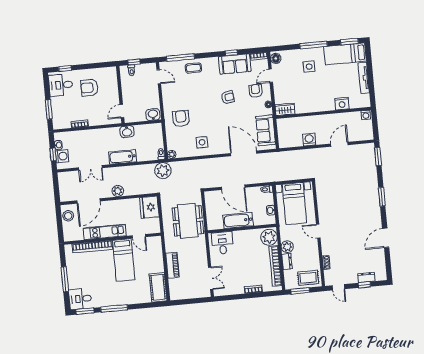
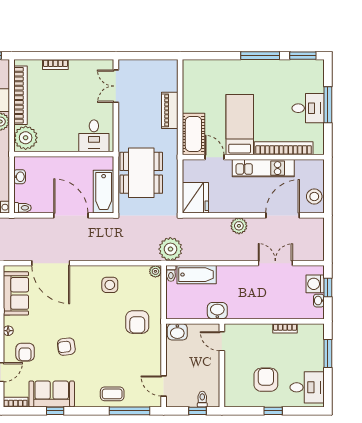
window: (65, 68) -> (273, 411), moved
armchair: (89, 88) -> (266, 380), turned -90
door: (122, 111) -> (222, 341), swing flipped
bathtub: (123, 157) -> (197, 275), moved
bathtub: (238, 220) -> (104, 192), moved, turned 90
cot: (158, 287) -> (193, 134), moved
desk: (80, 299) -> (308, 108), moved

